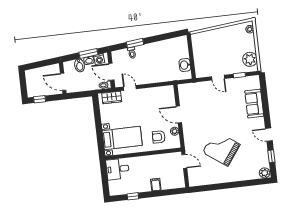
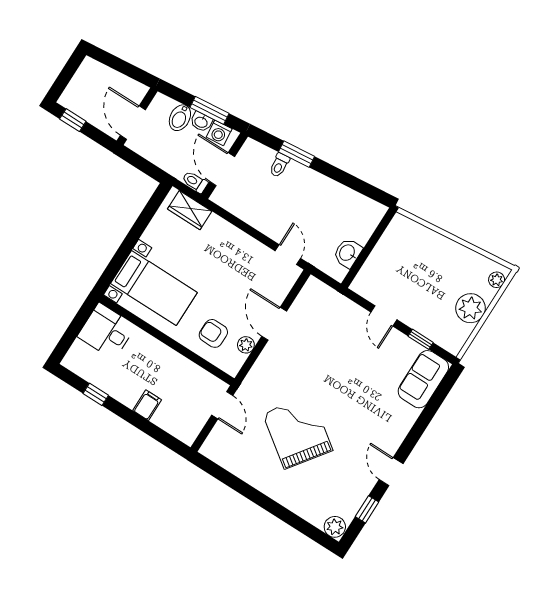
plant: (250, 59) -> (471, 308), moved
door: (130, 88) -> (288, 255), moved
sofa: (254, 104) -> (423, 379), moved

